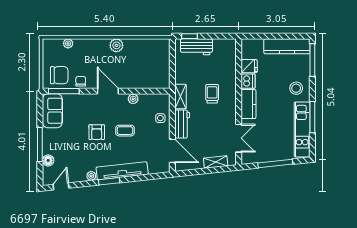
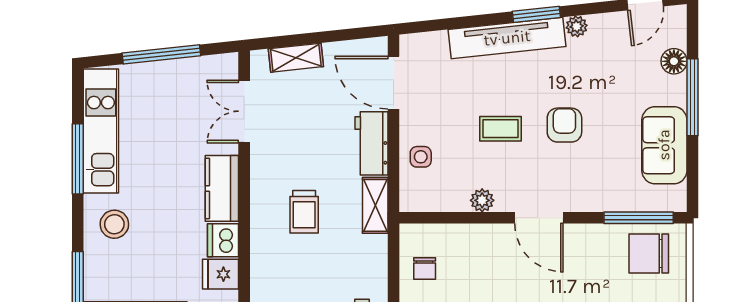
chair: (81, 81) -> (425, 269), moved
sofa: (52, 111) -> (664, 145), moved

